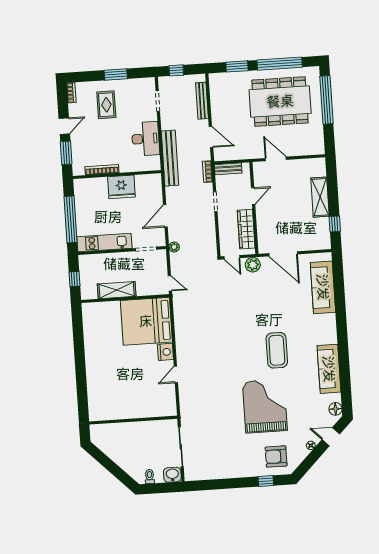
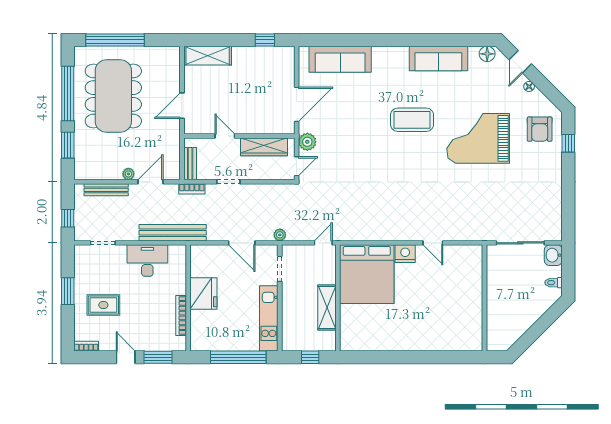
plant: (216, 118) -> (128, 174), added
shelving: (320, 197) -> (208, 56), moved

